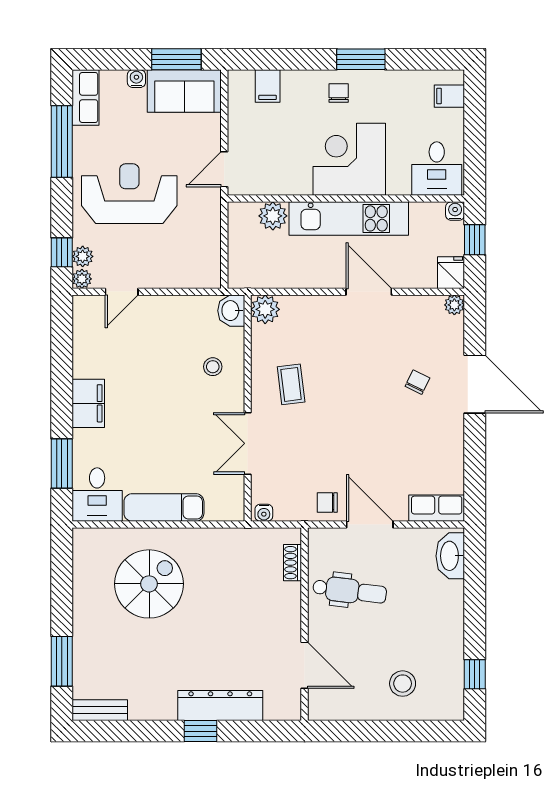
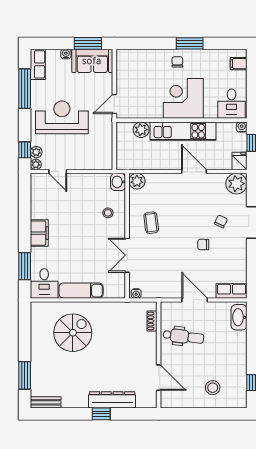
filing cabinet: (268, 86) -> (138, 58), removed
door: (122, 292) -> (58, 172), hinge flipped
plant: (454, 305) -> (236, 184), width x1.88, depth x1.88
chair: (327, 503) -> (203, 245), moved

